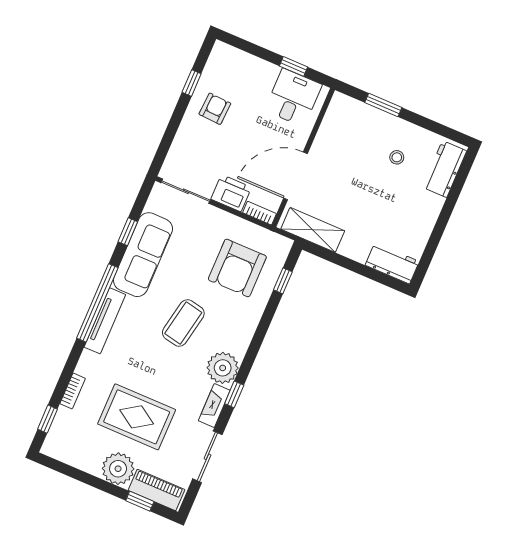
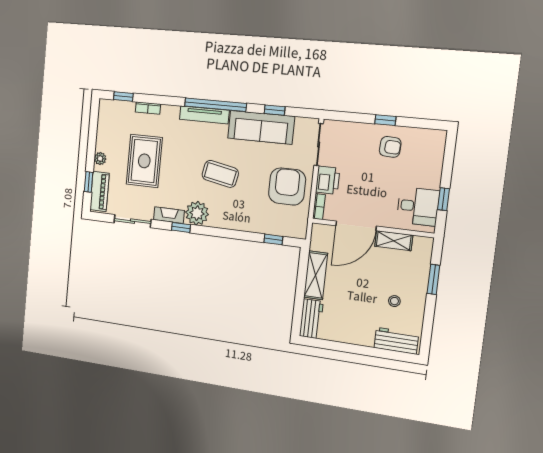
window: (192, 83) -> (385, 120), moved
shelving: (325, 137) -> (394, 241), added
door: (295, 176) -> (356, 226), swing flipped
shelving: (313, 230) -> (316, 275), moved
armchair: (237, 268) -> (287, 186), moved, turned 90
plant: (118, 469) -> (100, 159), width x0.53, depth x0.53

